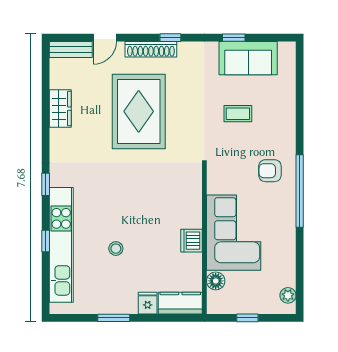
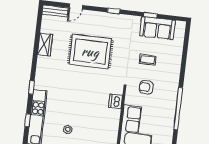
shoe rack: (151, 49) -> (102, 16), removed
rug: (139, 111) -> (90, 52), turned 90
armchair: (270, 171) -> (146, 87), moved
dishwasher: (191, 241) -> (115, 101), moved

